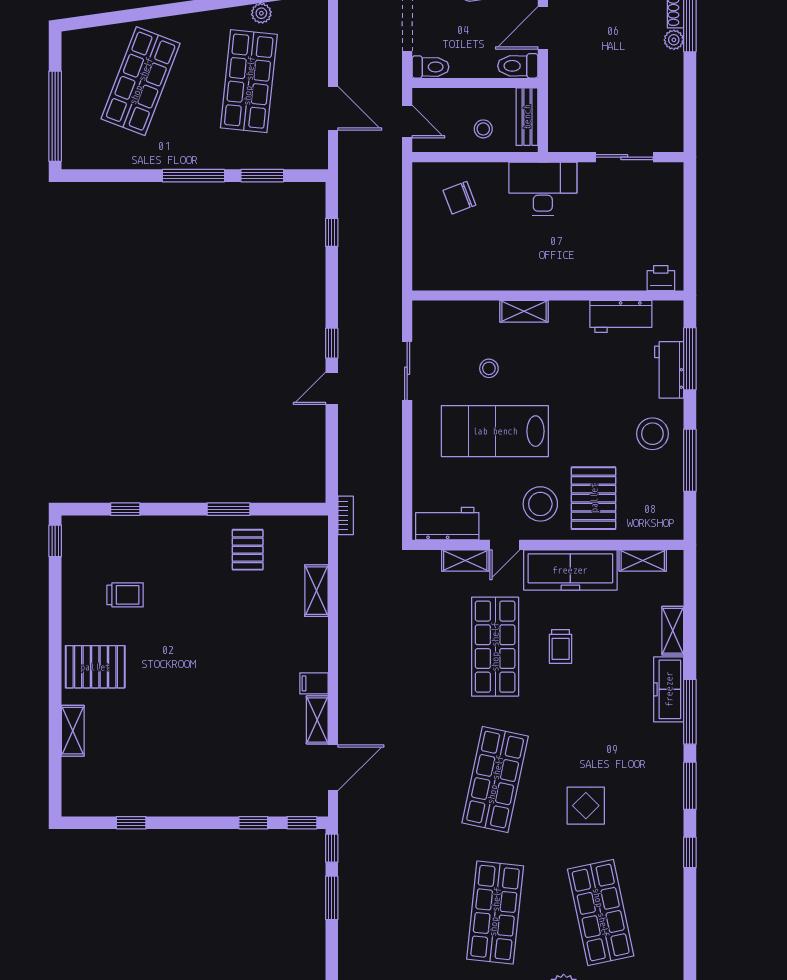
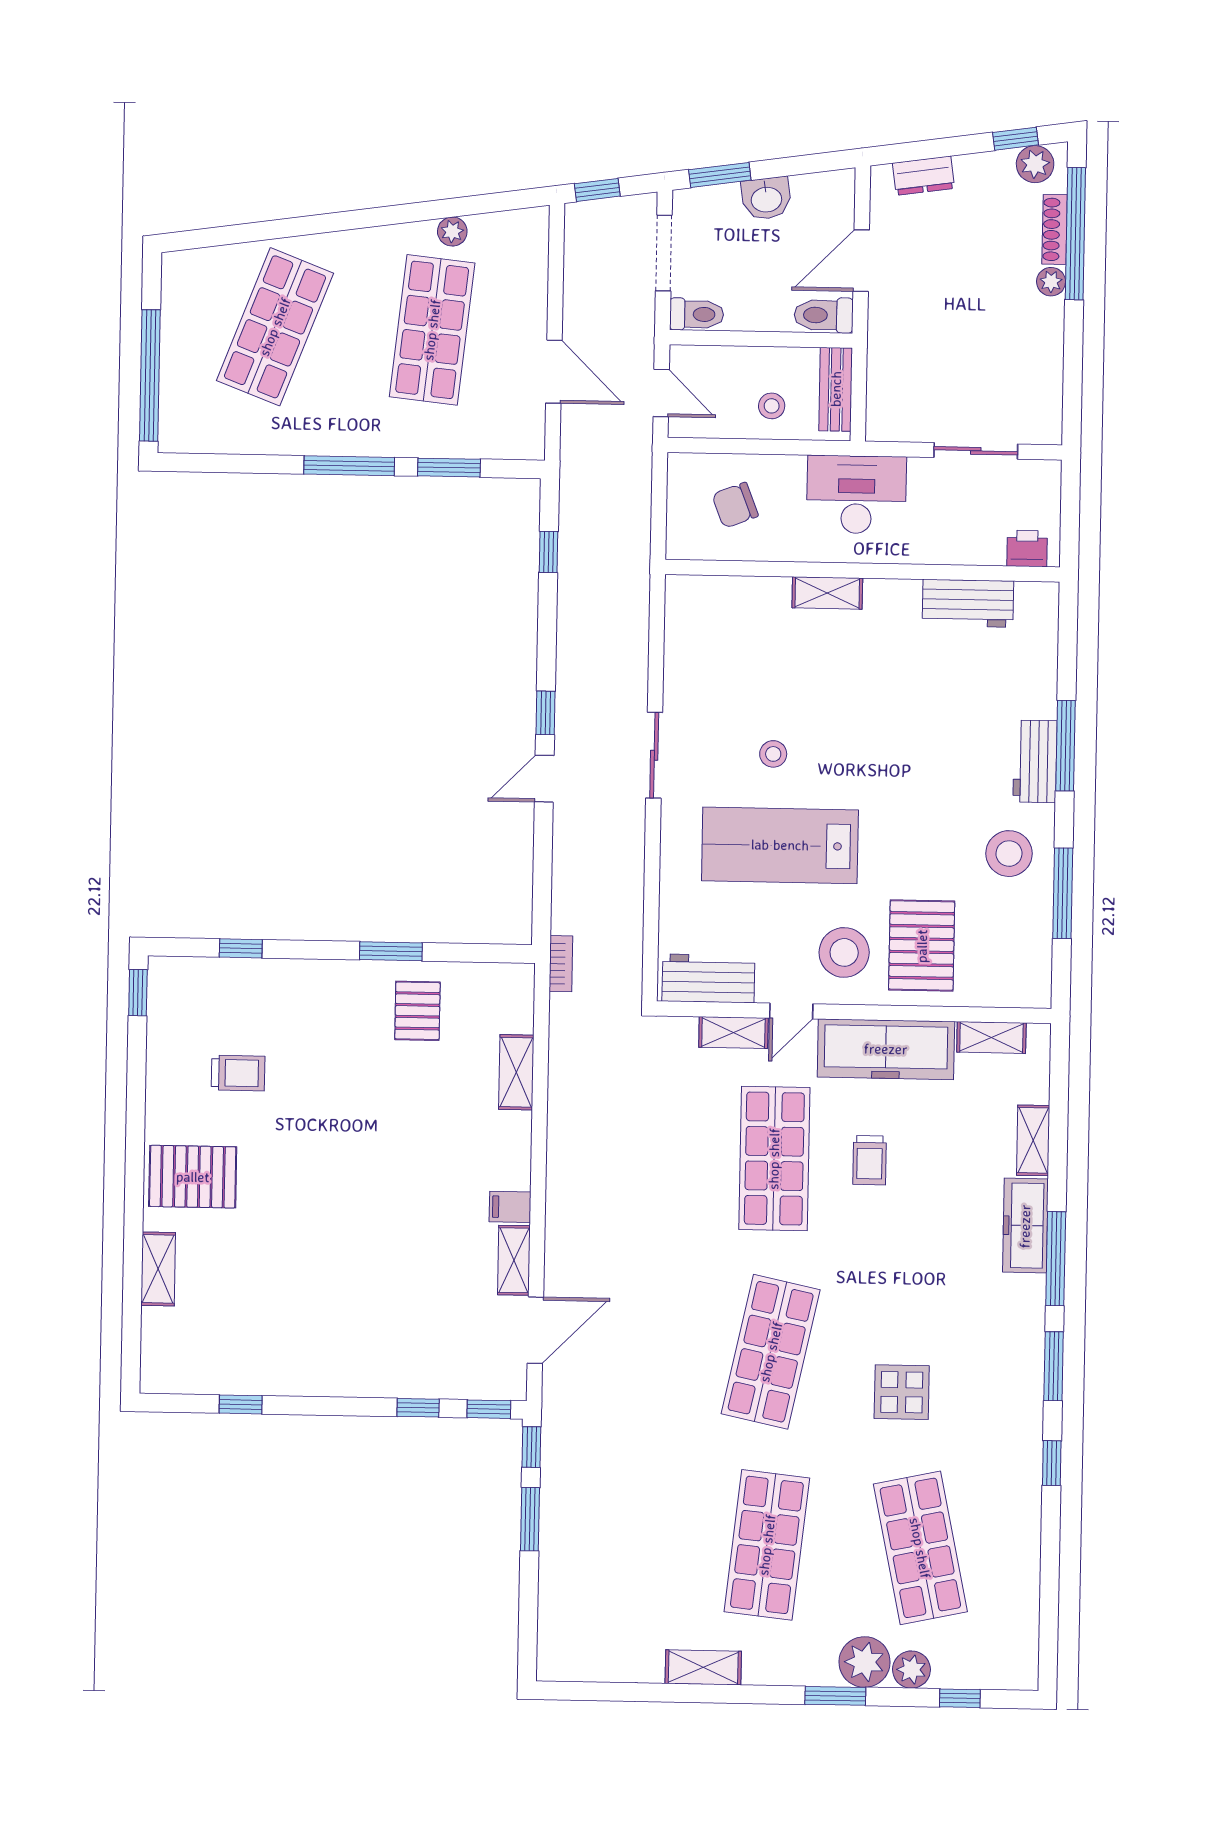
printer: (661, 278) -> (1027, 549), moved
wall: (548, 295) -> (862, 571), moved
shelving: (524, 311) -> (827, 593), moved
workbench: (621, 316) -> (968, 603), moved

